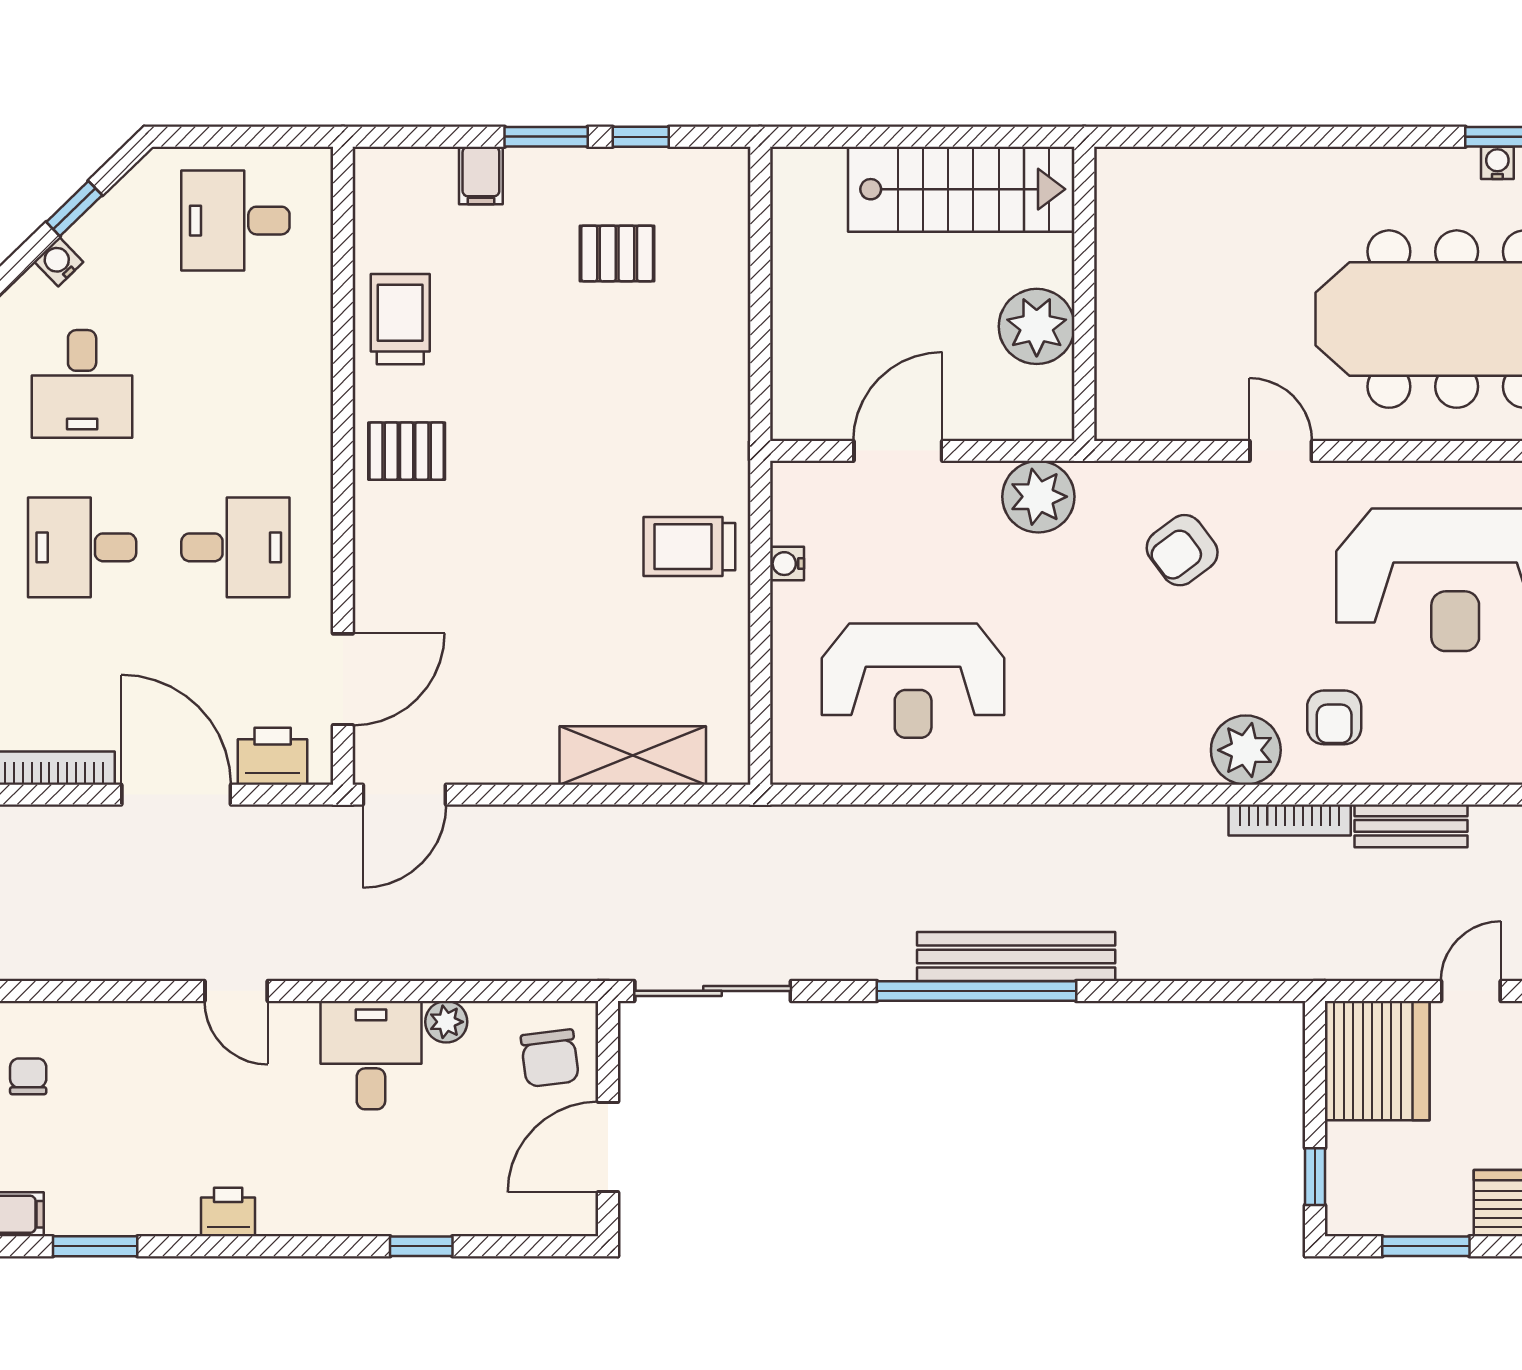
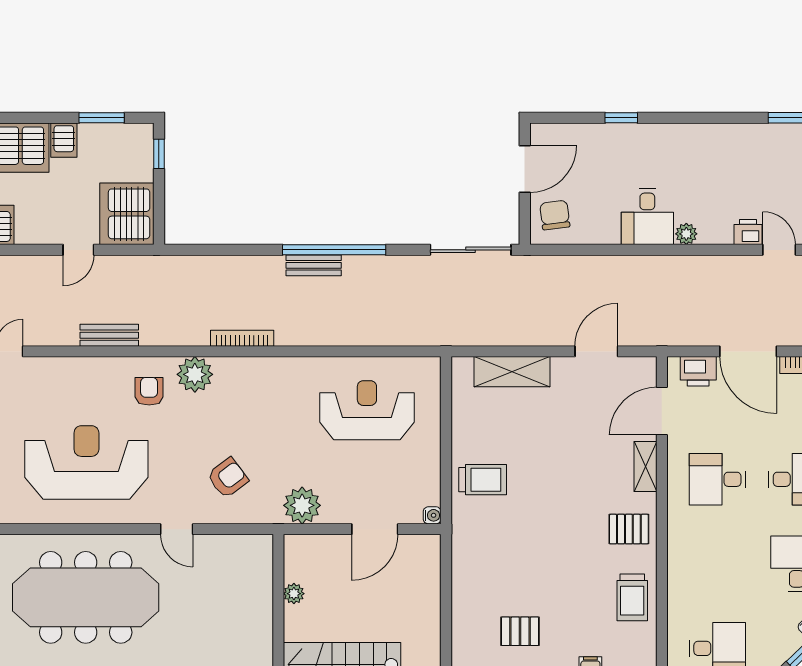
plant: (1037, 326) -> (294, 594), width x0.53, depth x0.53
water cooler: (787, 564) -> (432, 515), moved
shelving: (375, 572) -> (645, 466), added
door: (404, 795) -> (596, 351), moved
bookcase: (1290, 820) -> (242, 338), moved
bench: (1016, 957) -> (314, 265), width x0.54, depth x0.82
door: (236, 991) -> (779, 250), moved
plant: (446, 1022) -> (686, 234), moved
printer: (228, 1212) -> (748, 232), moved, turned 180

